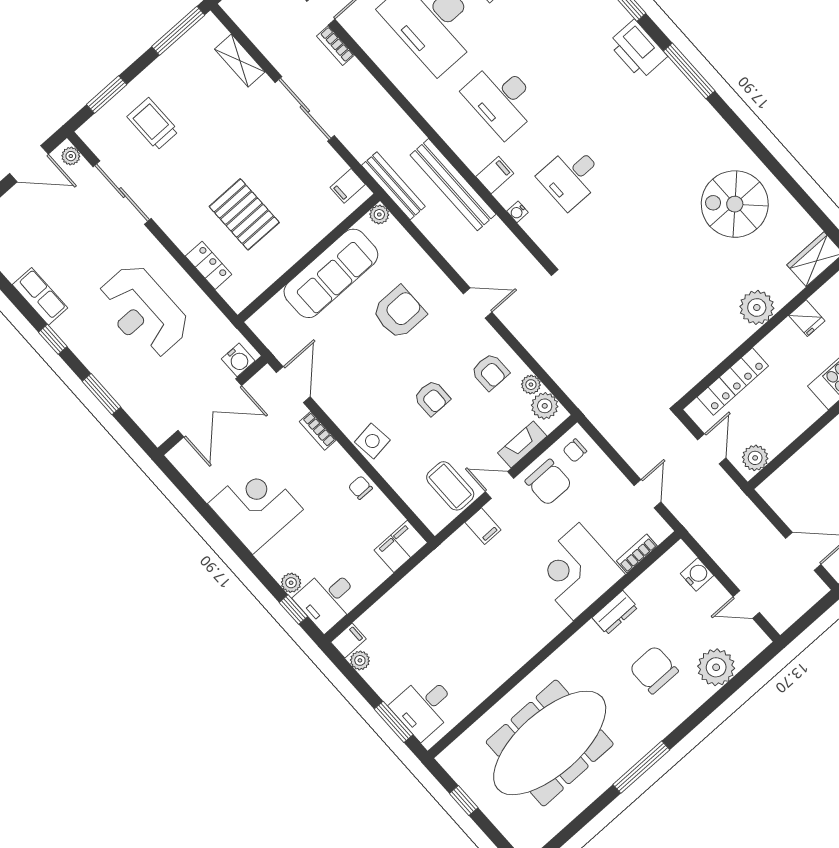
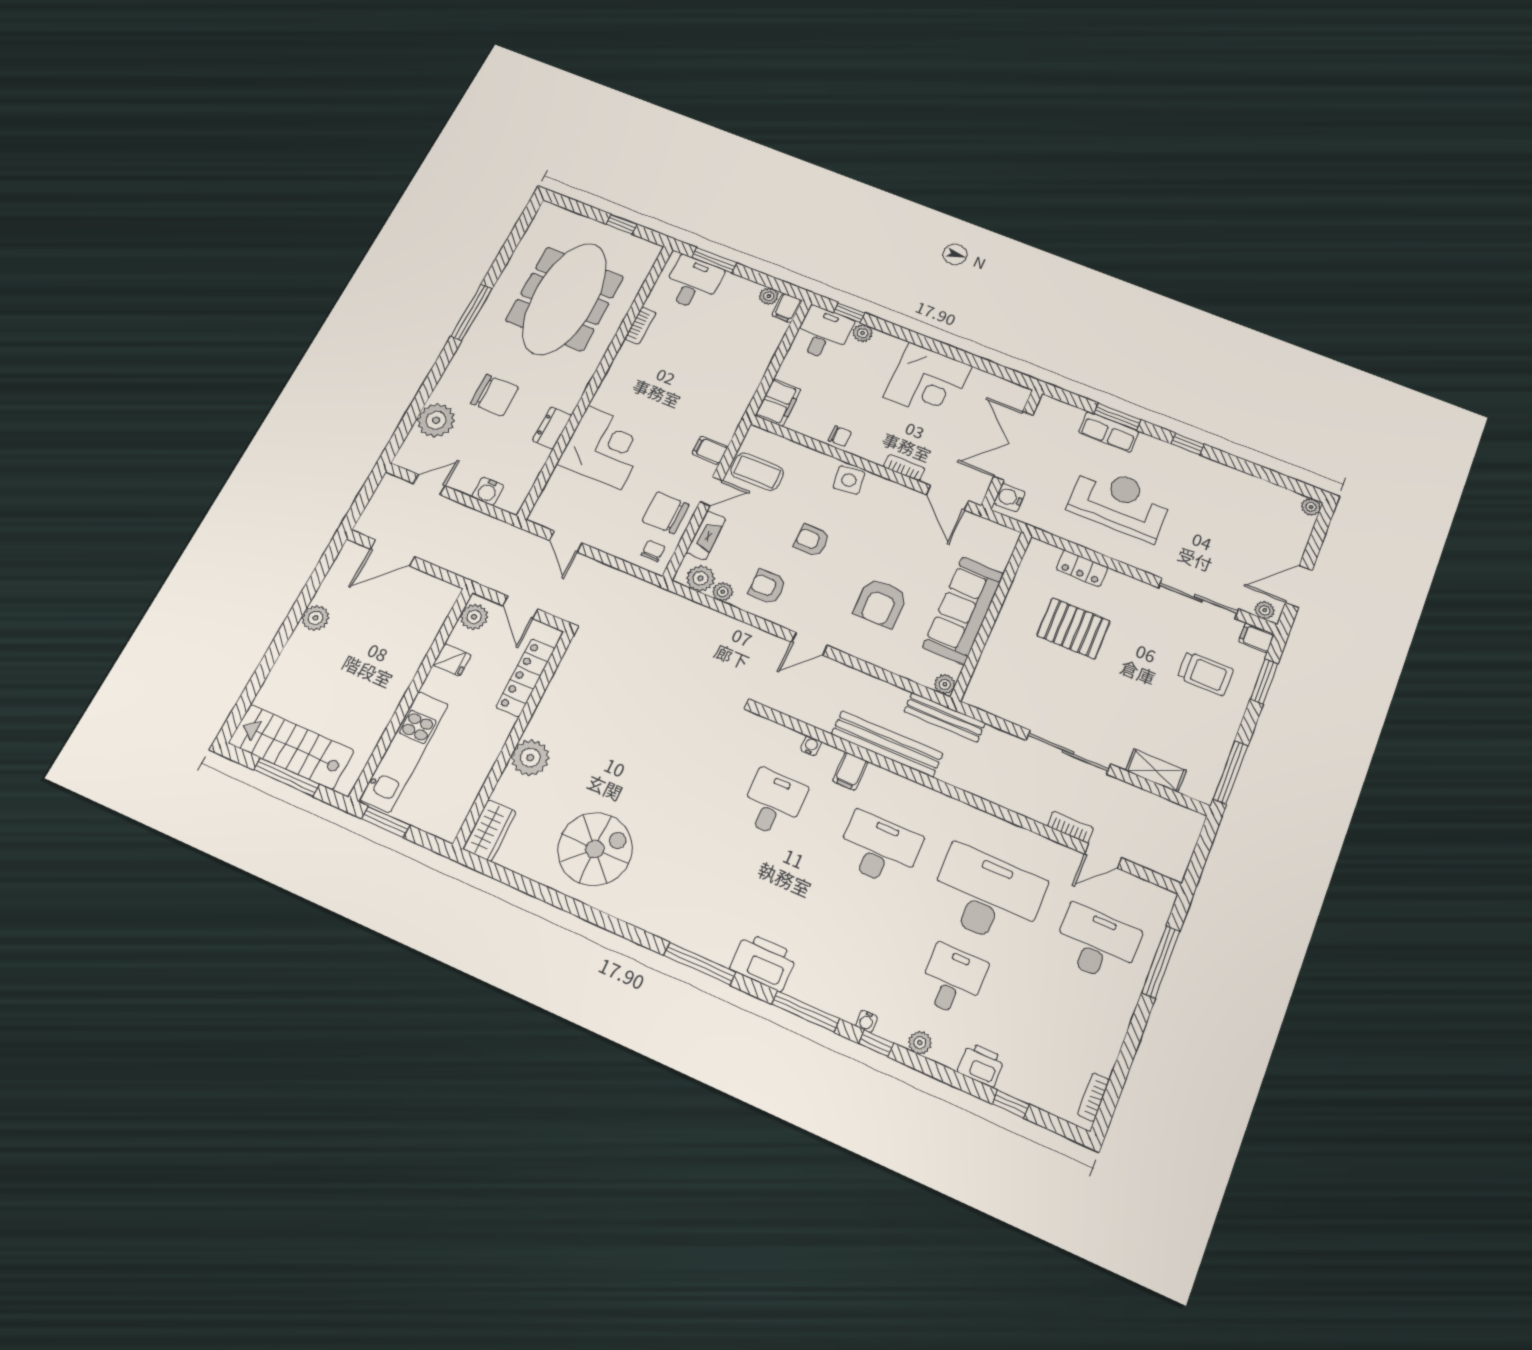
filing cabinet: (348, 186) -> (1256, 638), moved, turned -90
row of seats: (40, 296) -> (1109, 432), moved
fridge: (807, 318) -> (452, 660), moved, turned 180
bookcase: (637, 554) -> (640, 325), moved

